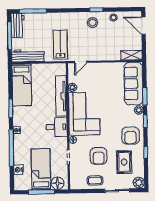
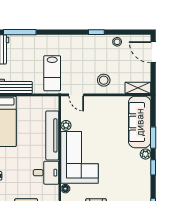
stool: (92, 22) -> (104, 80), moved
lab bench: (60, 44) -> (52, 73), turned 180
door: (81, 62) -> (76, 95), hinge flipped
armchair: (130, 136) -> (135, 185), removed

